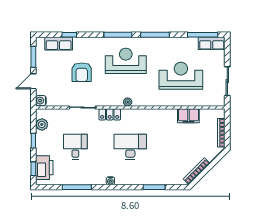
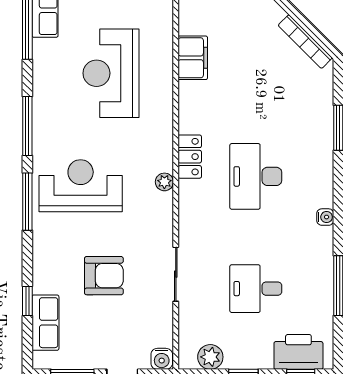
reception desk: (126, 61) -> (81, 186), turned 90
locker: (110, 114) -> (190, 157), moved

